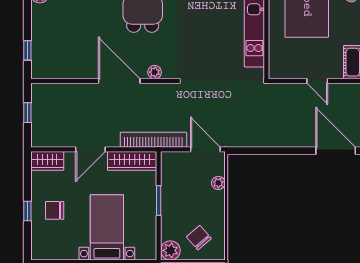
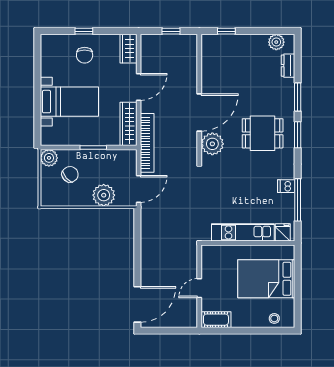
plant: (155, 72) -> (212, 144), width x1.88, depth x1.88
door: (90, 149) -> (139, 87), swing flipped
plant: (218, 183) -> (104, 195), width x1.88, depth x1.88
chair: (55, 210) -> (85, 55), turned 180
chair: (199, 238) -> (70, 174), moved

